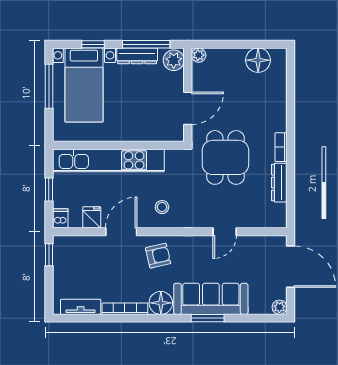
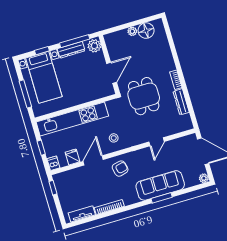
plant: (199, 55) -> (132, 31), moved
window: (49, 86) -> (25, 94), moved
floor lamp: (161, 303) -> (130, 197), removed

